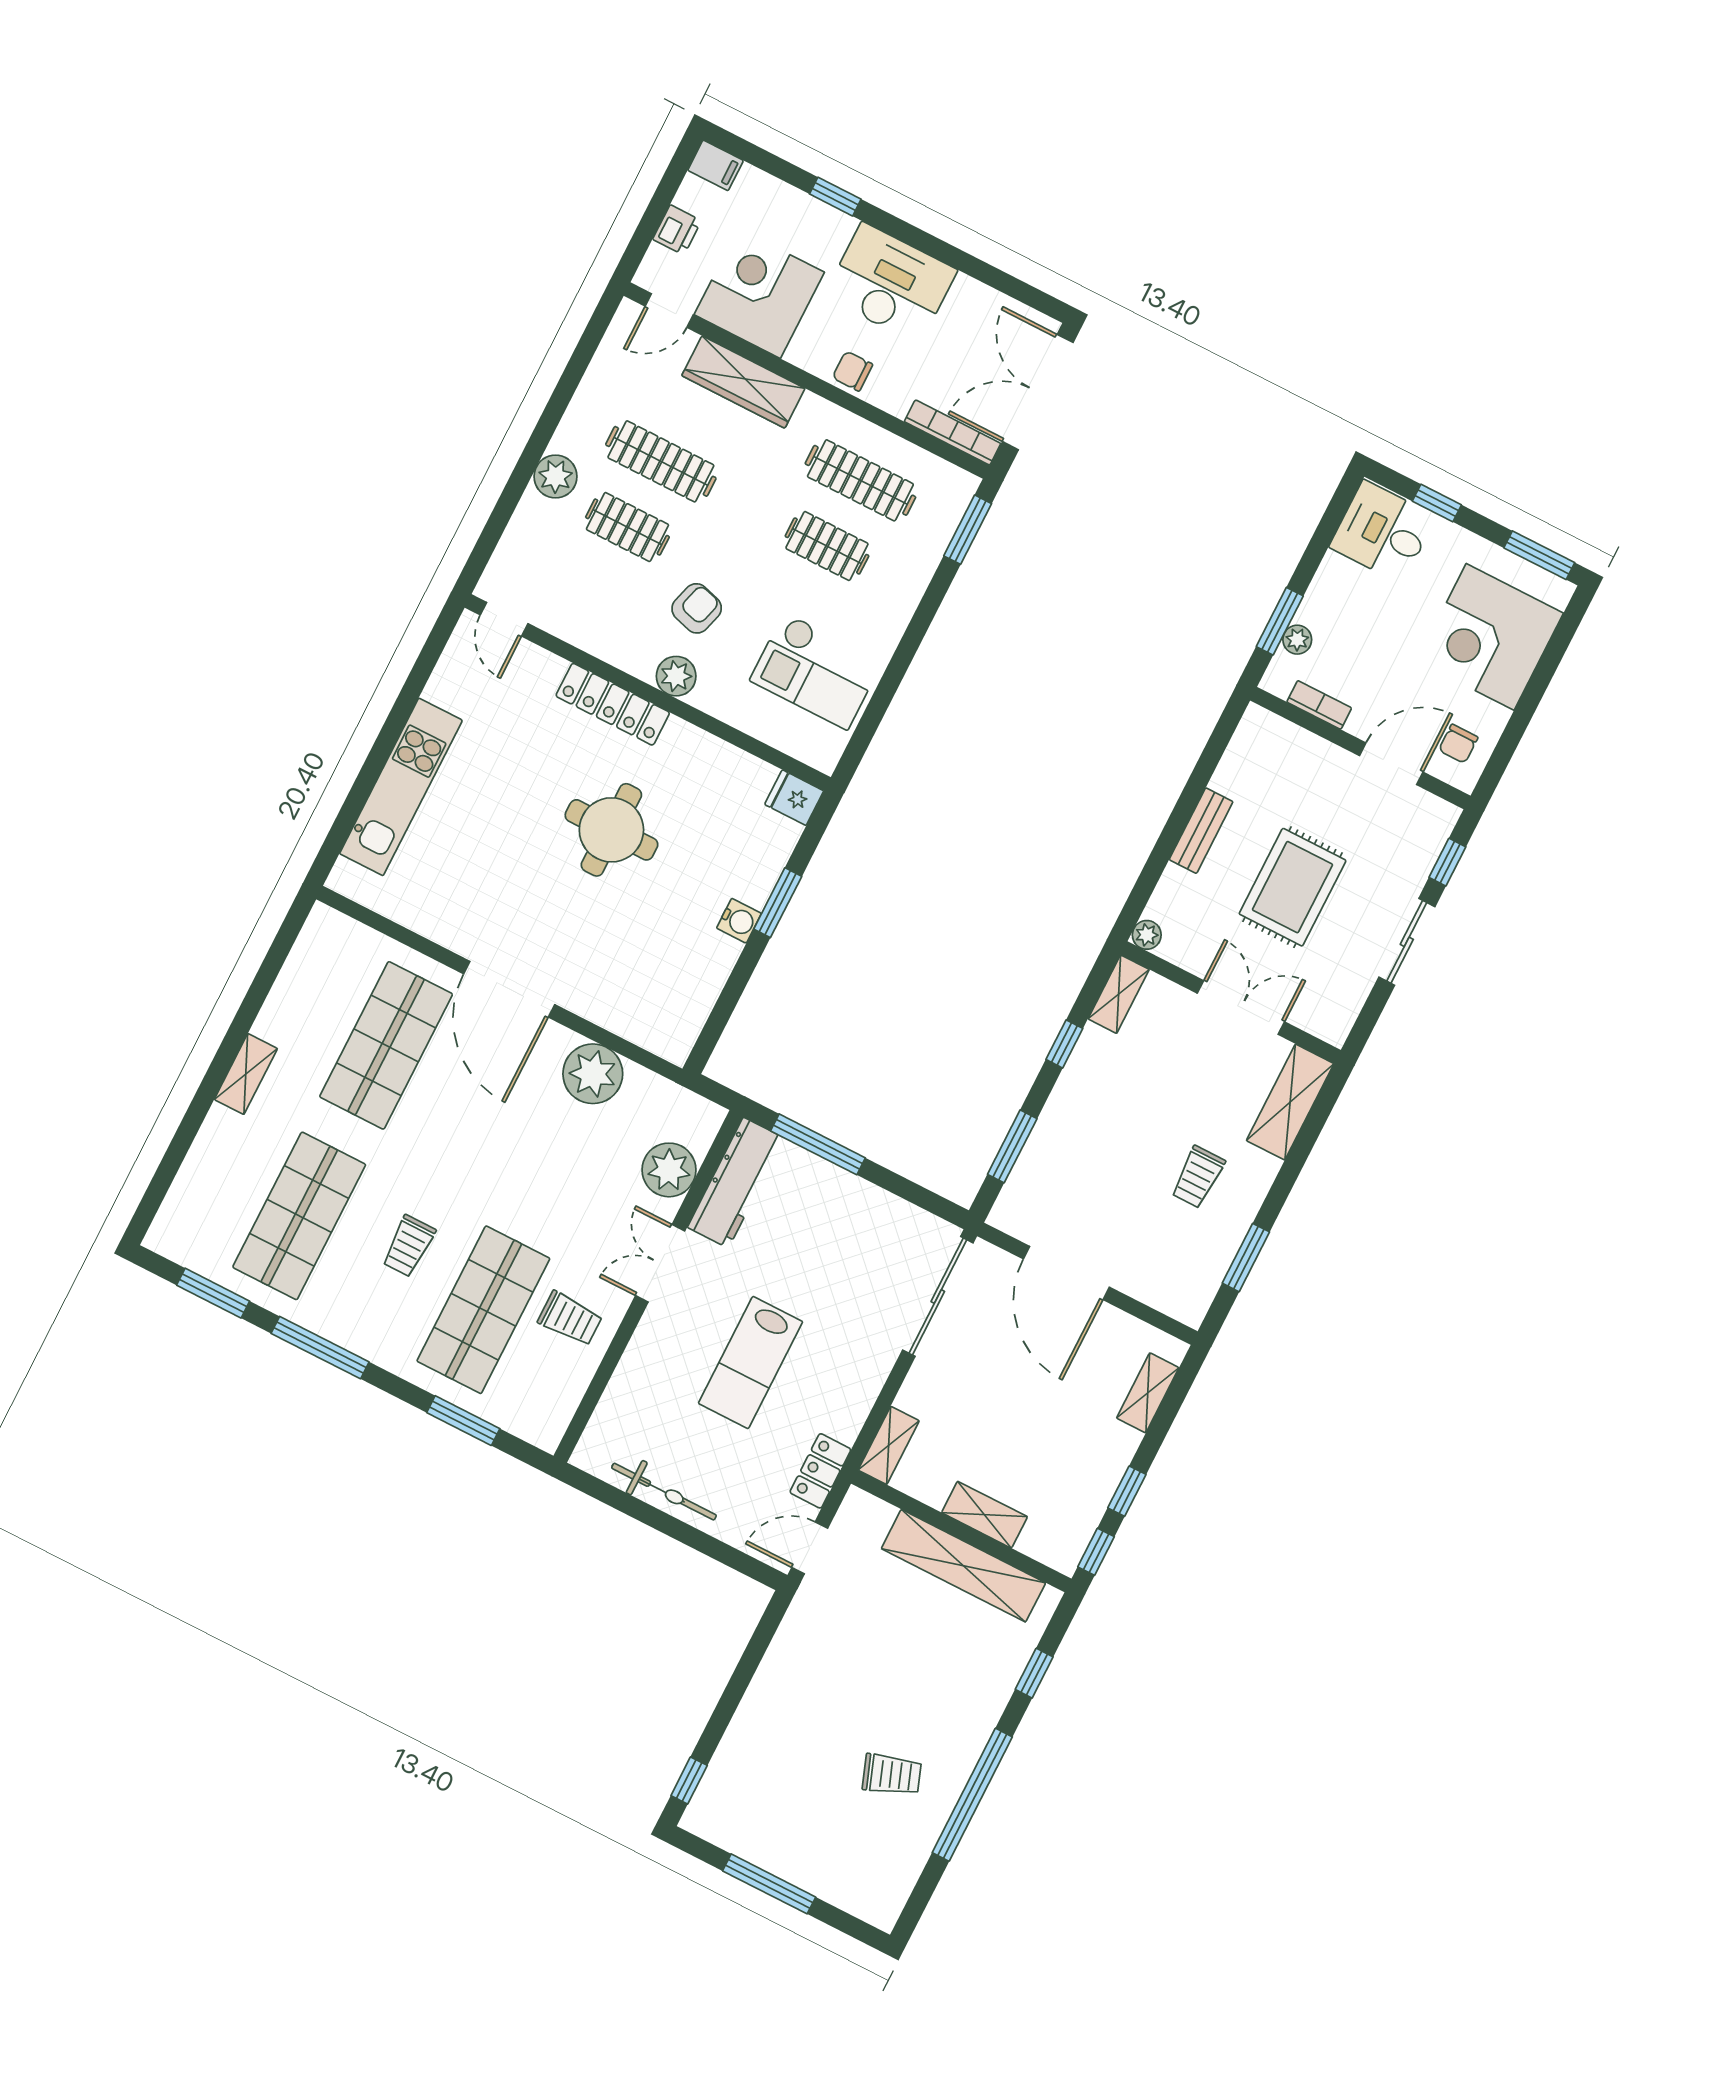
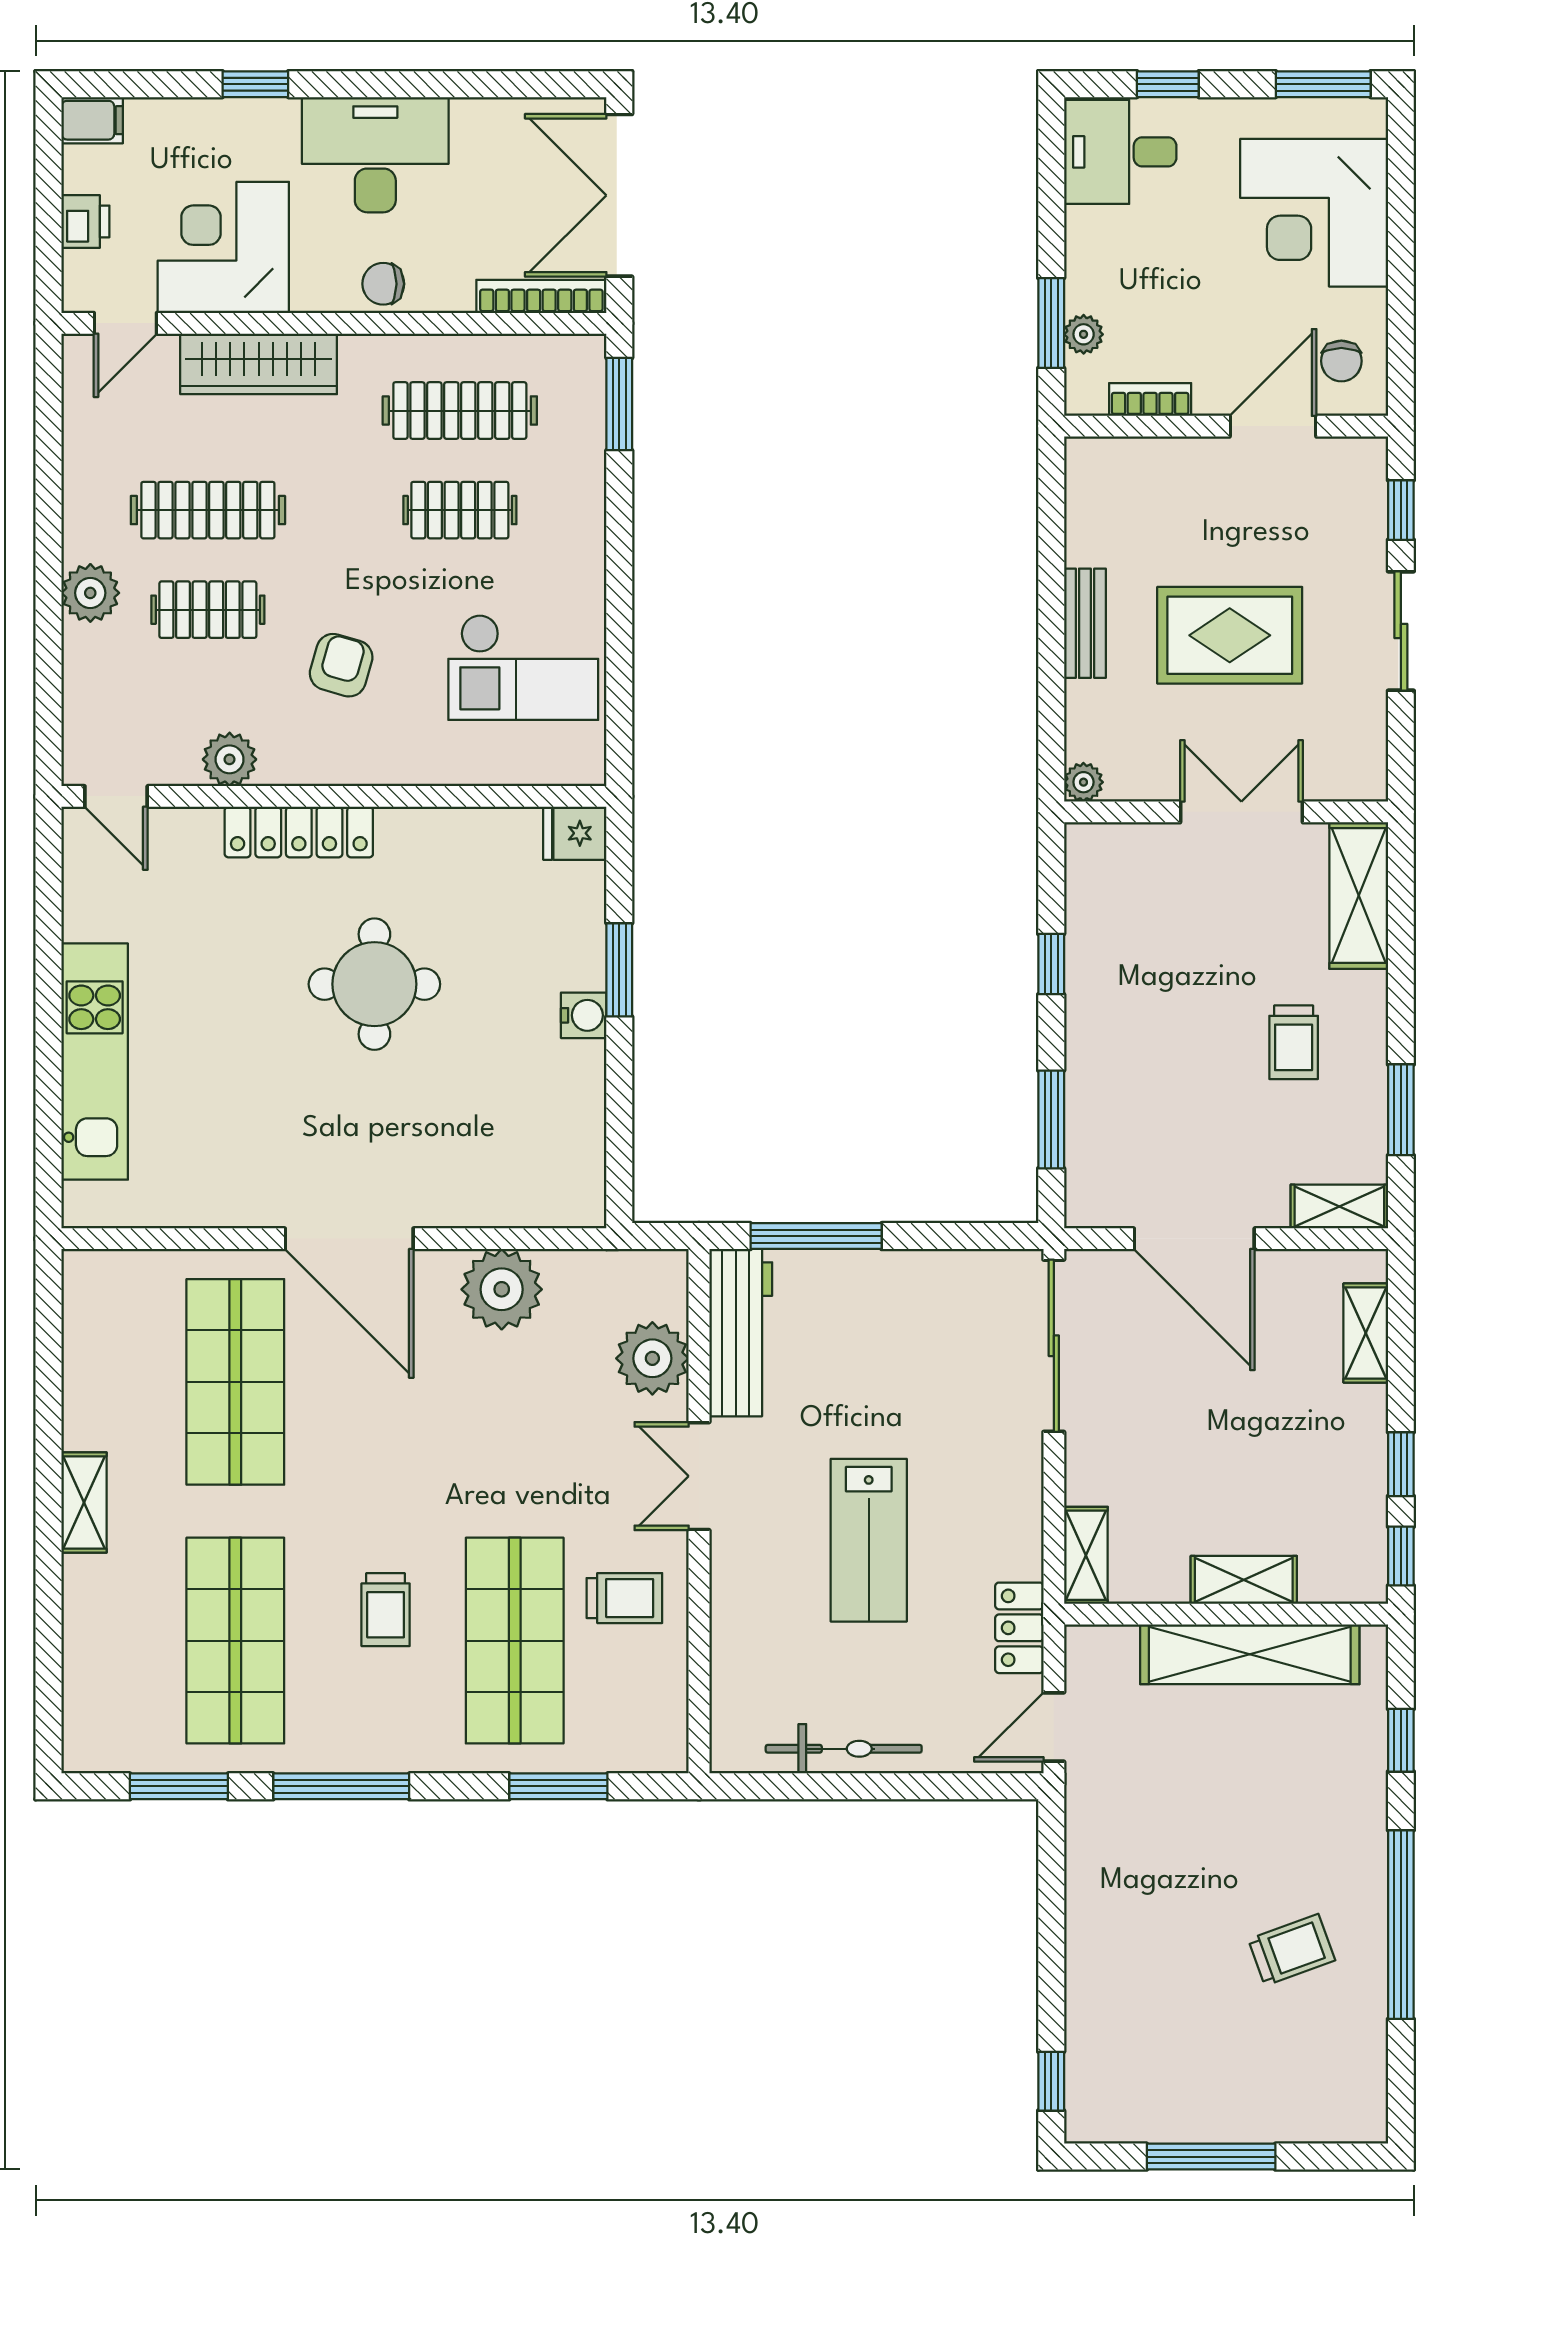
plant: (676, 676) -> (230, 759), moved
rug: (1293, 887) -> (1230, 635), turned 90
shelving: (1119, 994) -> (1339, 1206), moved, turned 90

